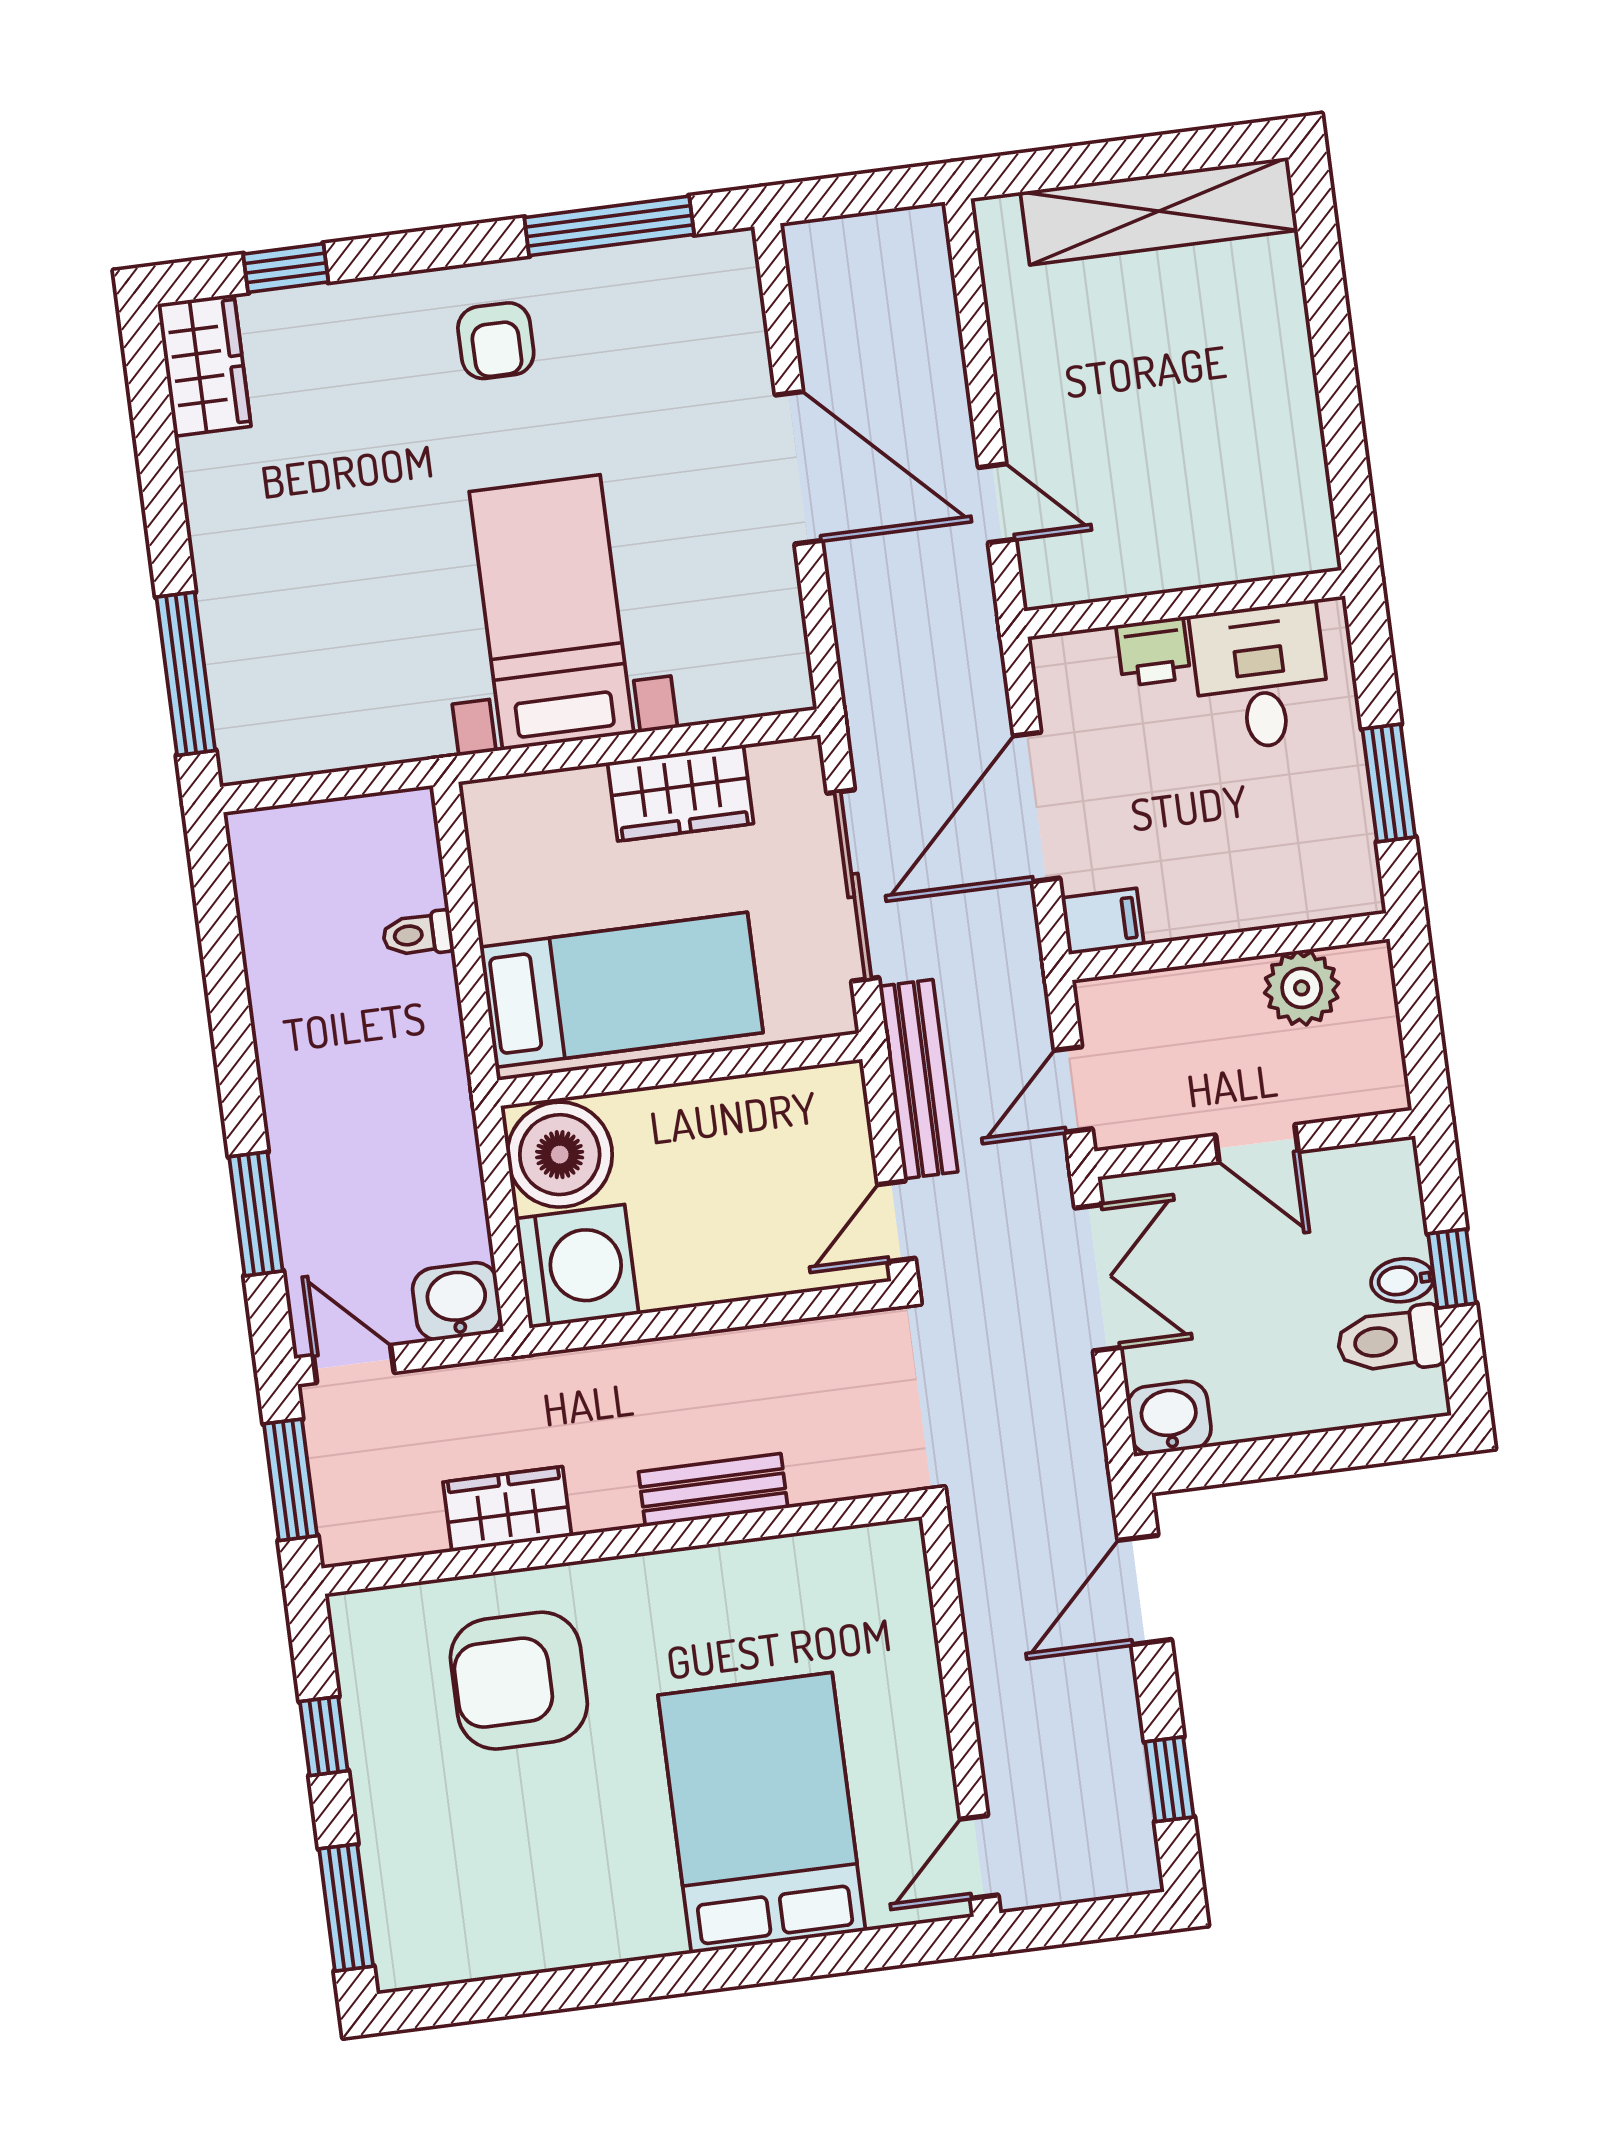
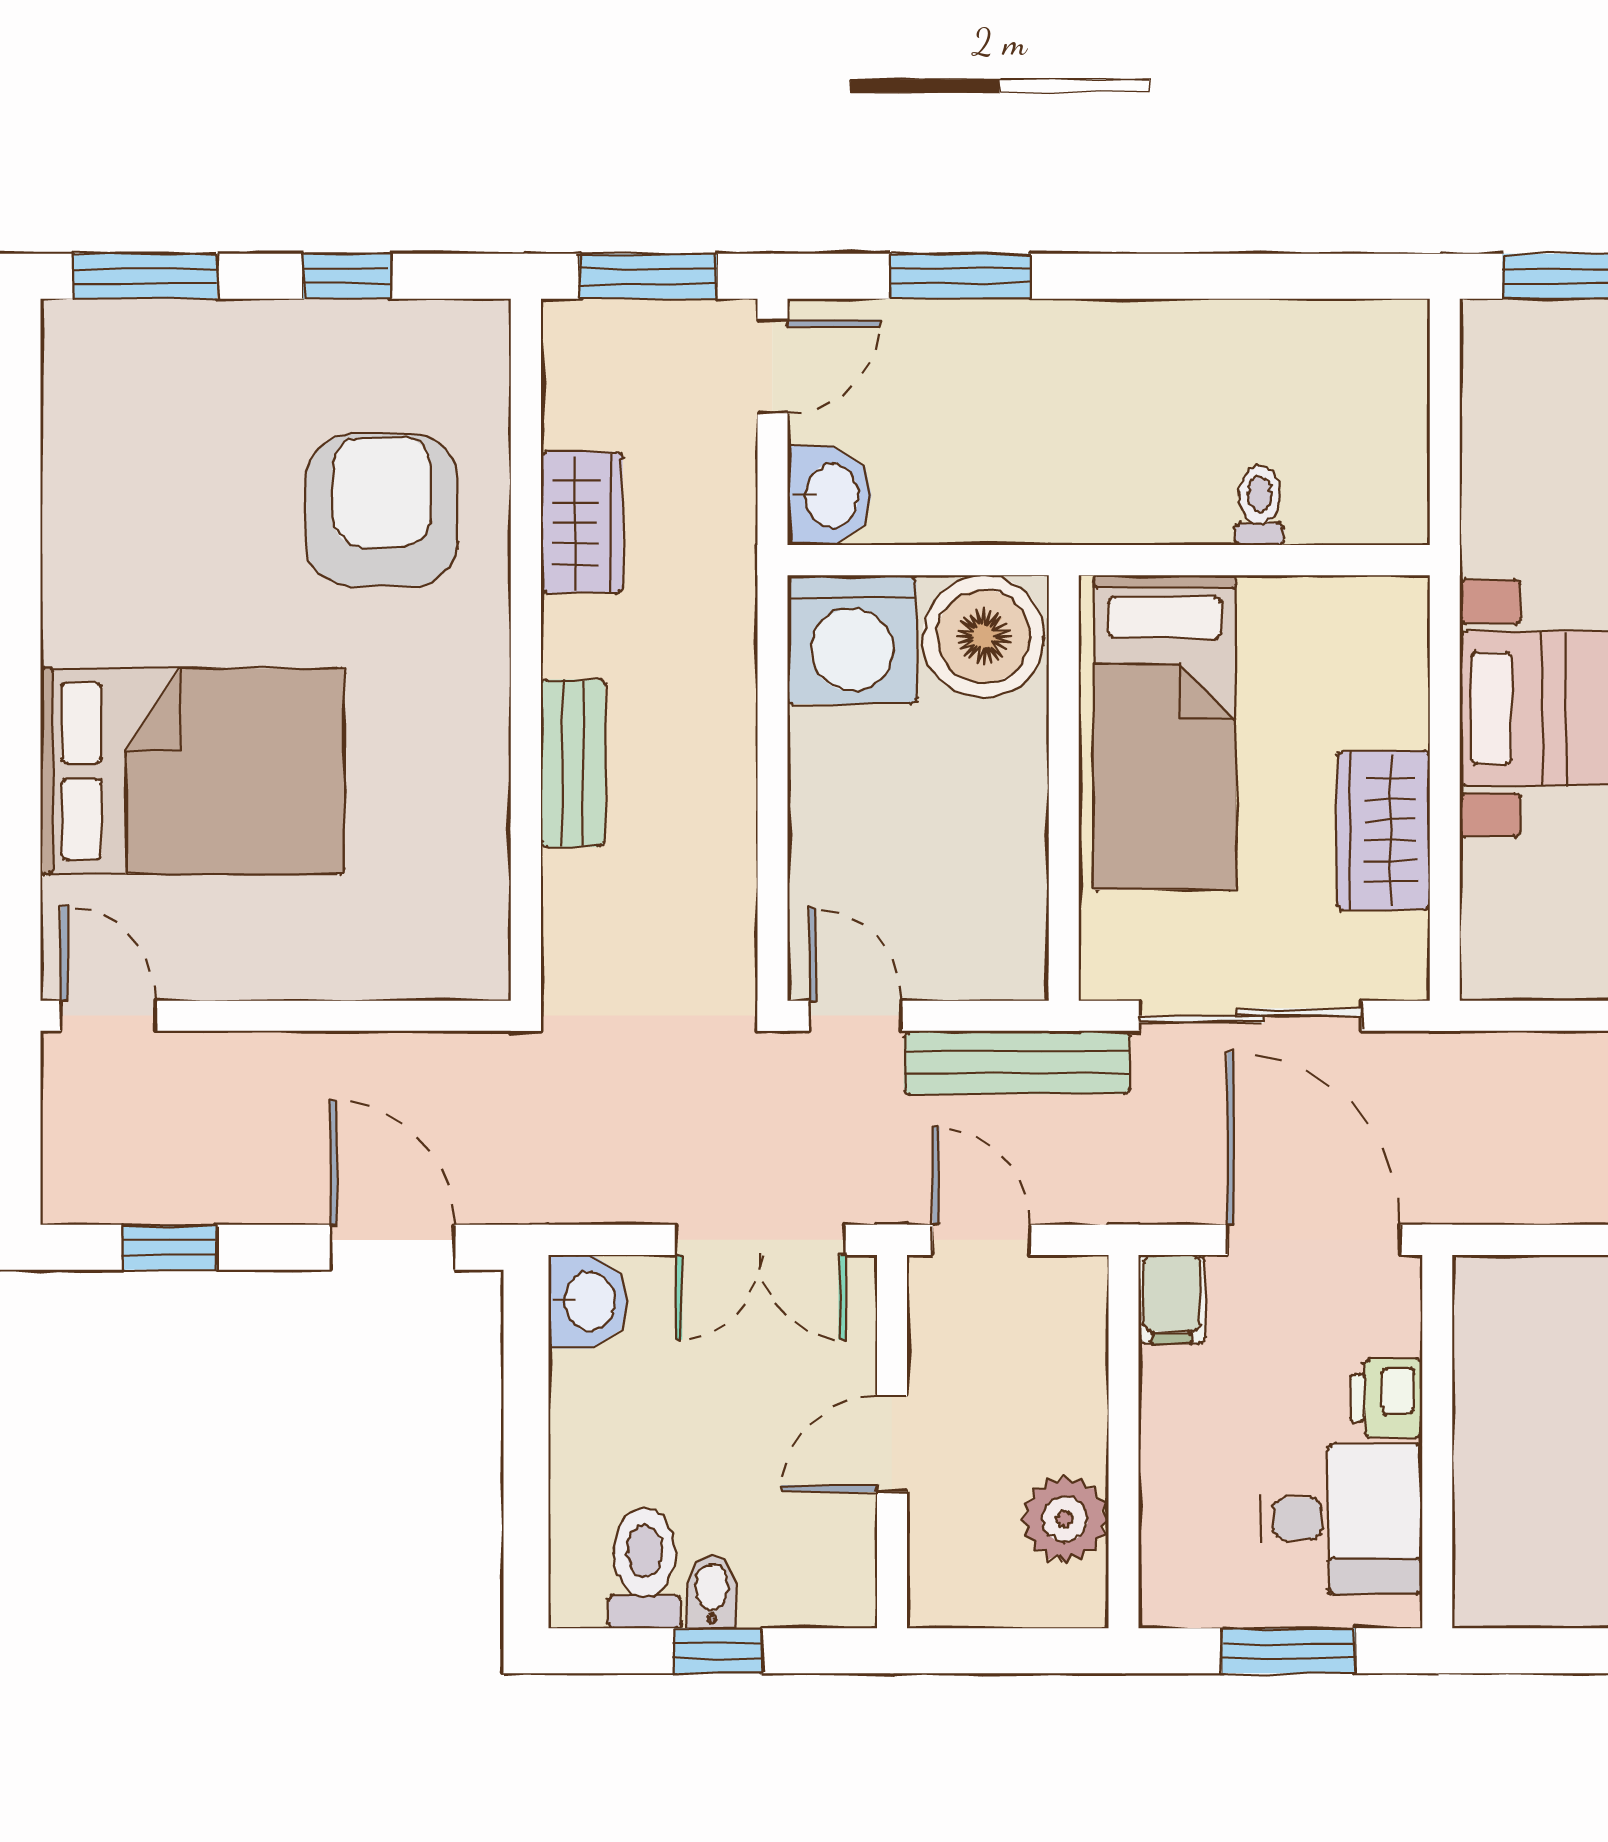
wall: (1185, 604) -> (1437, 1442), moved
printer: (1153, 652) -> (1386, 1398), moved
desk: (1261, 677) -> (1341, 1519), moved

